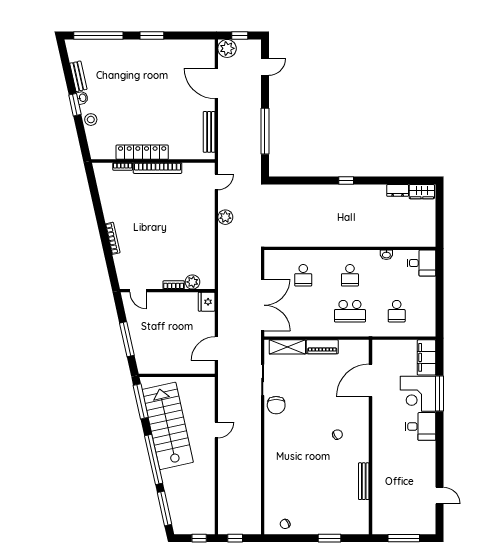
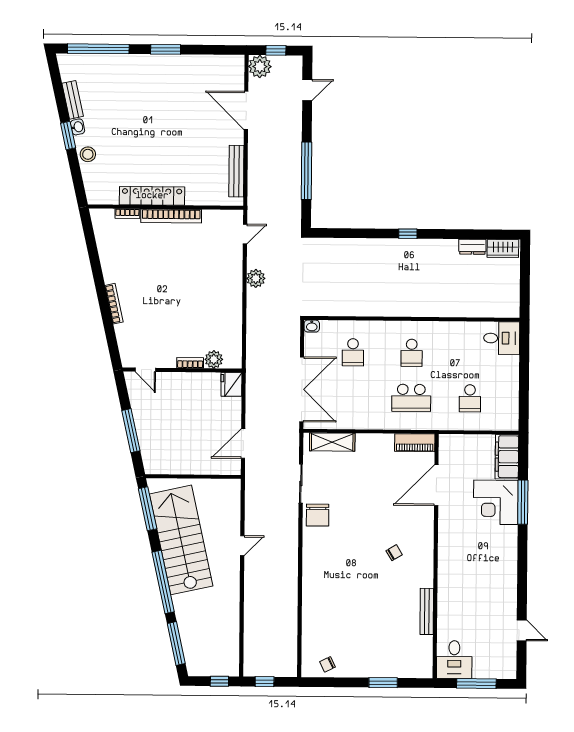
washbasin: (386, 255) -> (312, 326), moved
piano: (322, 347) -> (415, 443), moved
desk: (421, 426) -> (454, 660), moved, turned 90

